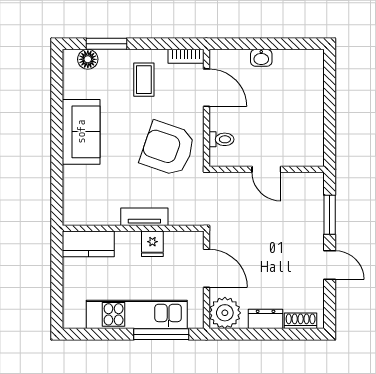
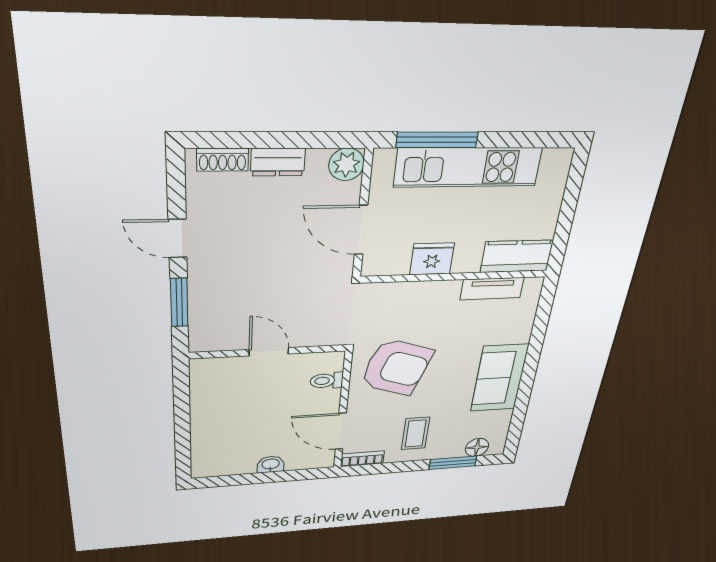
tv unit: (144, 217) -> (492, 289), moved
fridge: (152, 244) -> (432, 259), width x1.38
plant: (225, 313) -> (346, 164), width x0.73, depth x0.73

